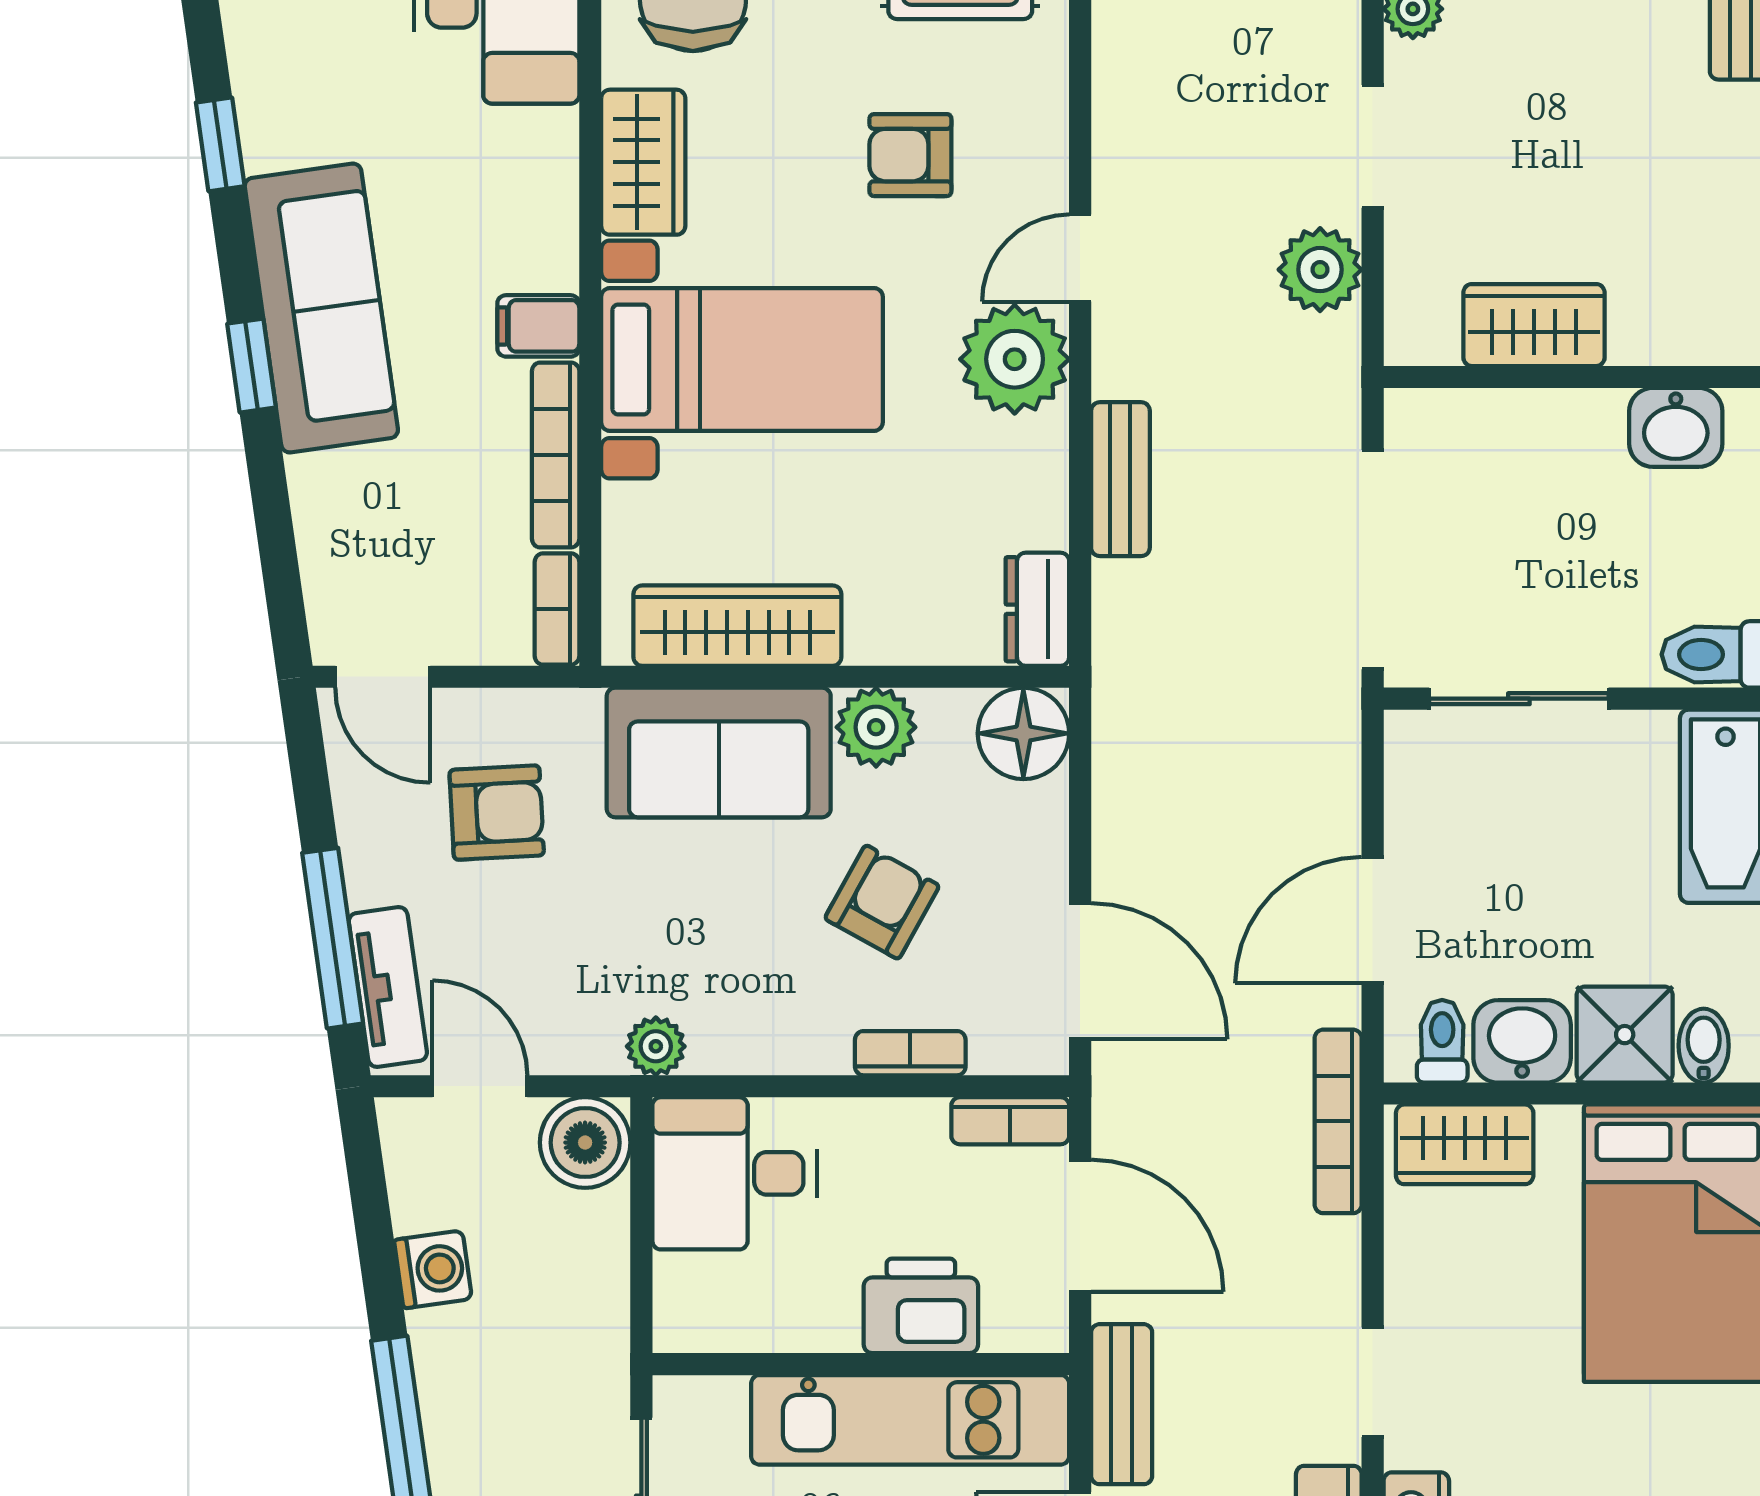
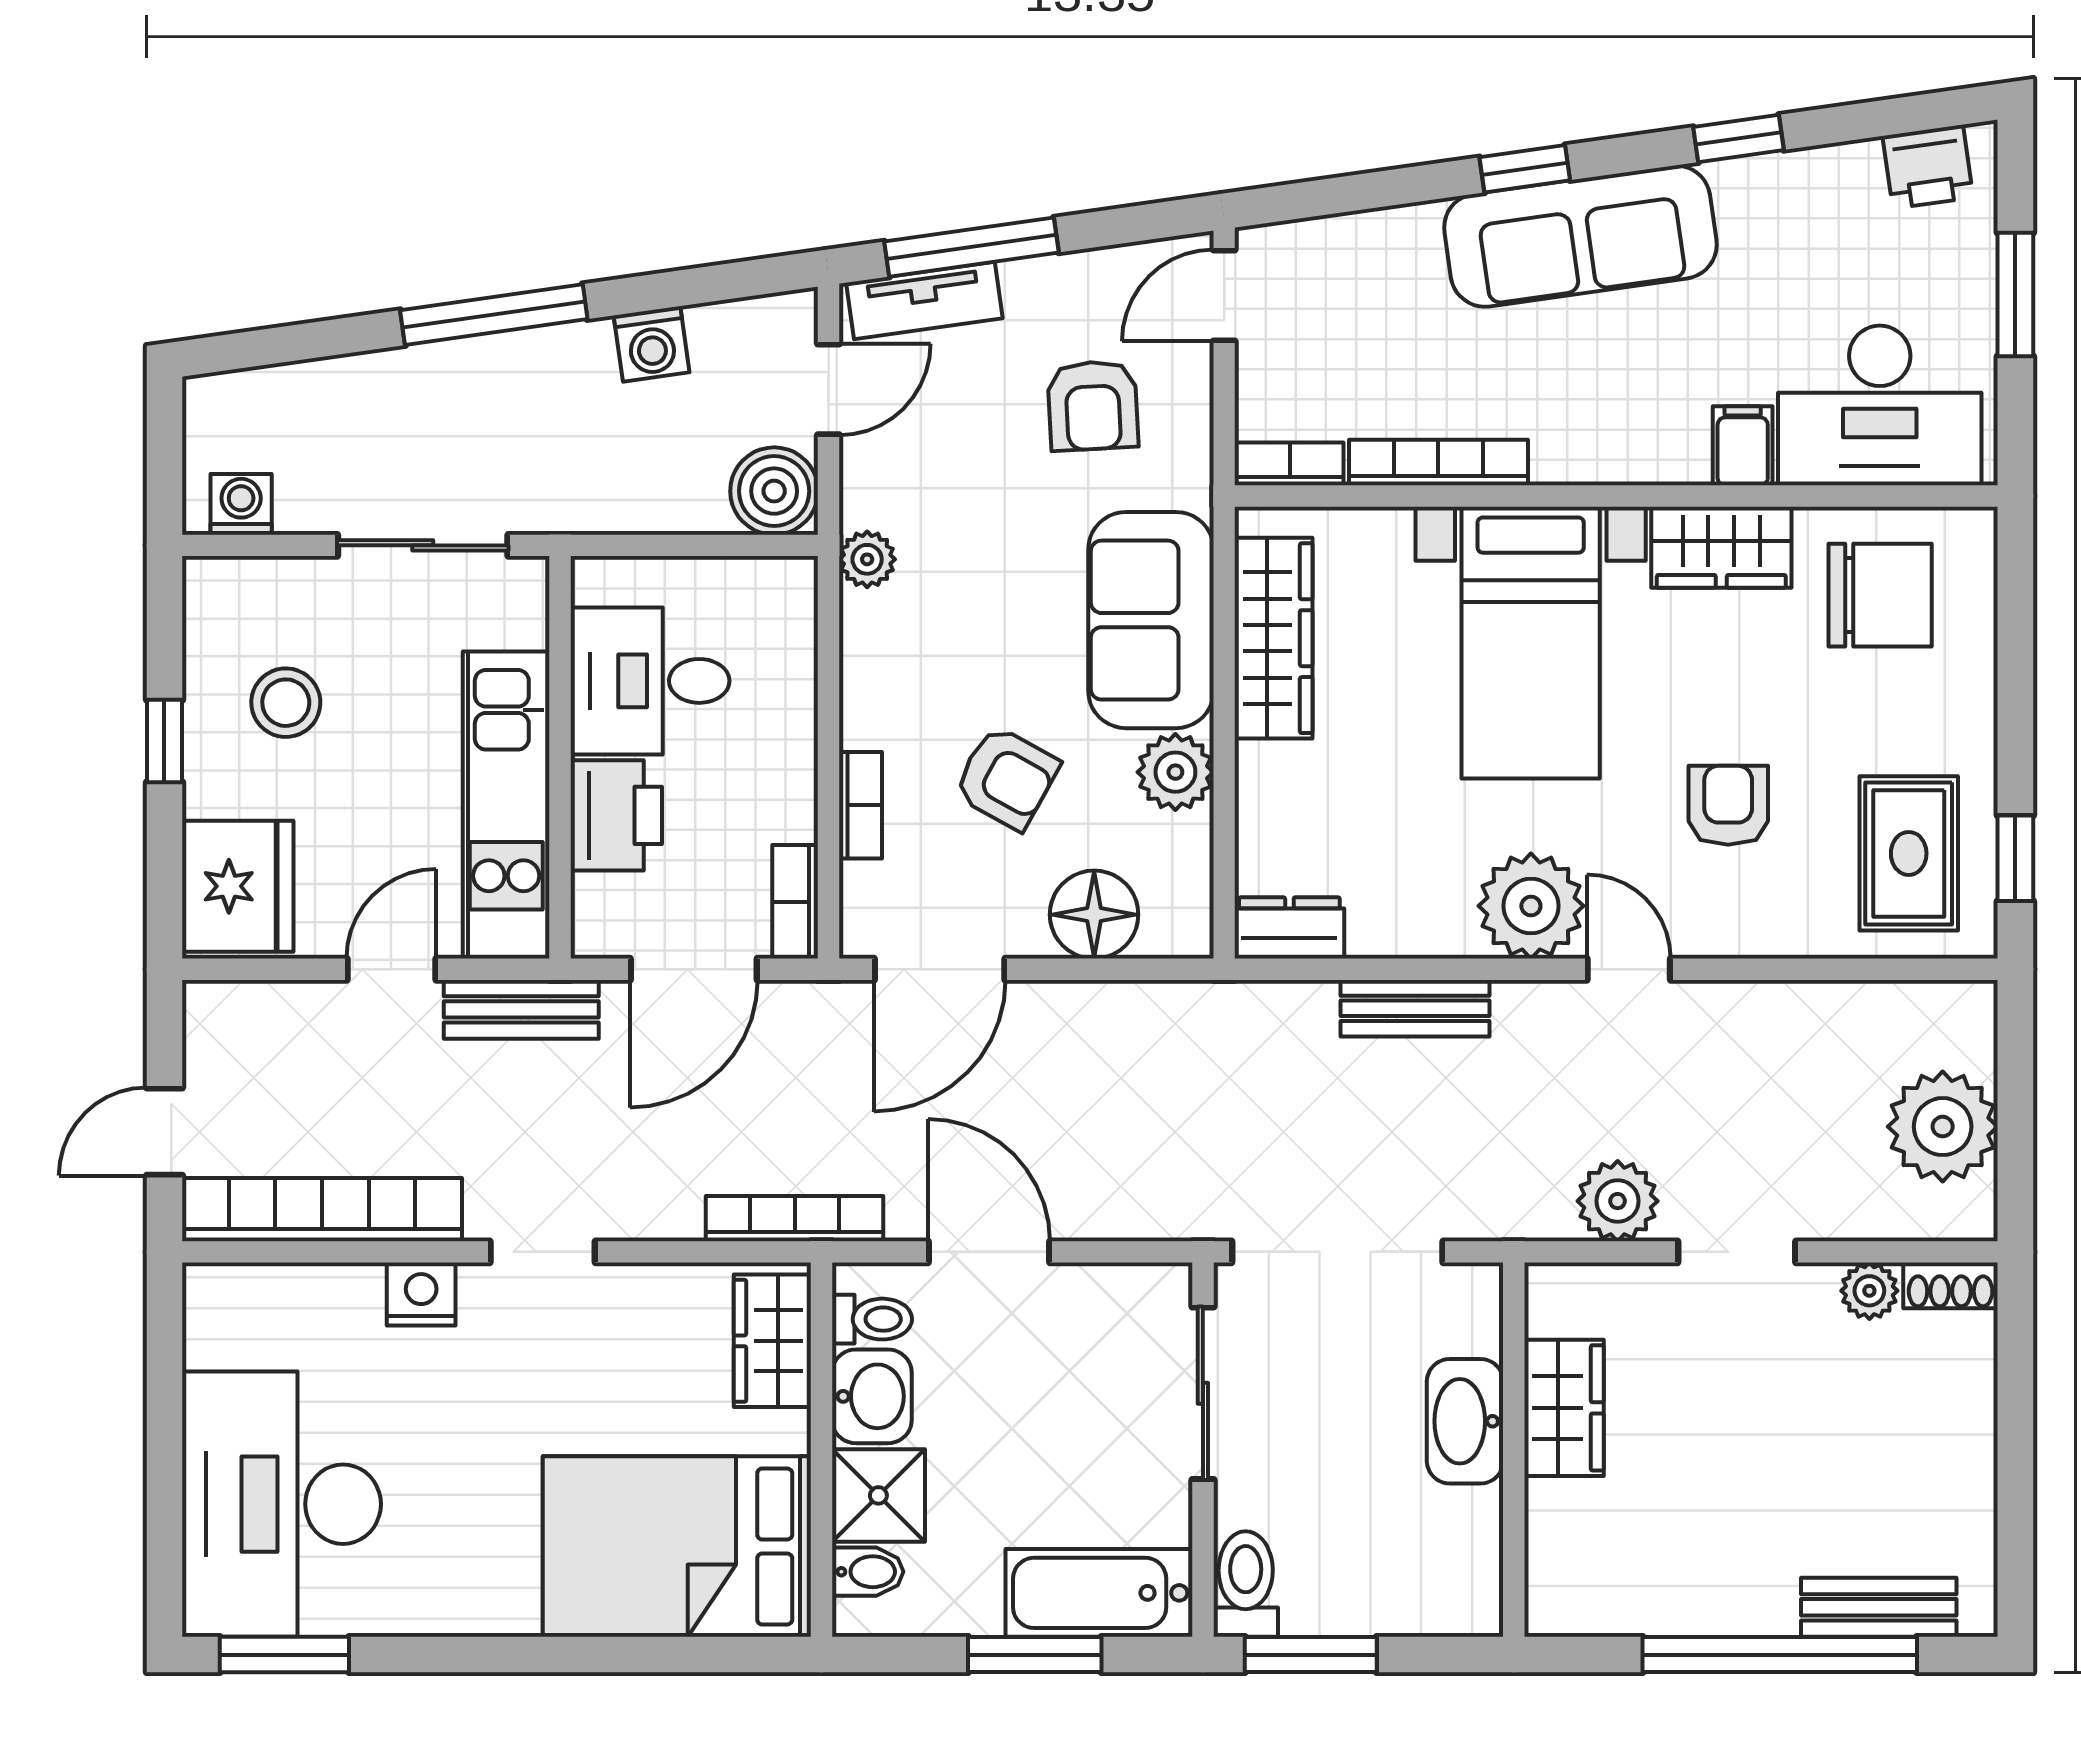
filing cabinet: (538, 326) -> (1743, 446), moved
washbasin: (1676, 427) -> (1465, 1421), moved, width x1.38
floor lamp: (1023, 733) -> (1094, 915), moved
desk: (735, 1173) -> (650, 681), moved, turned -90

